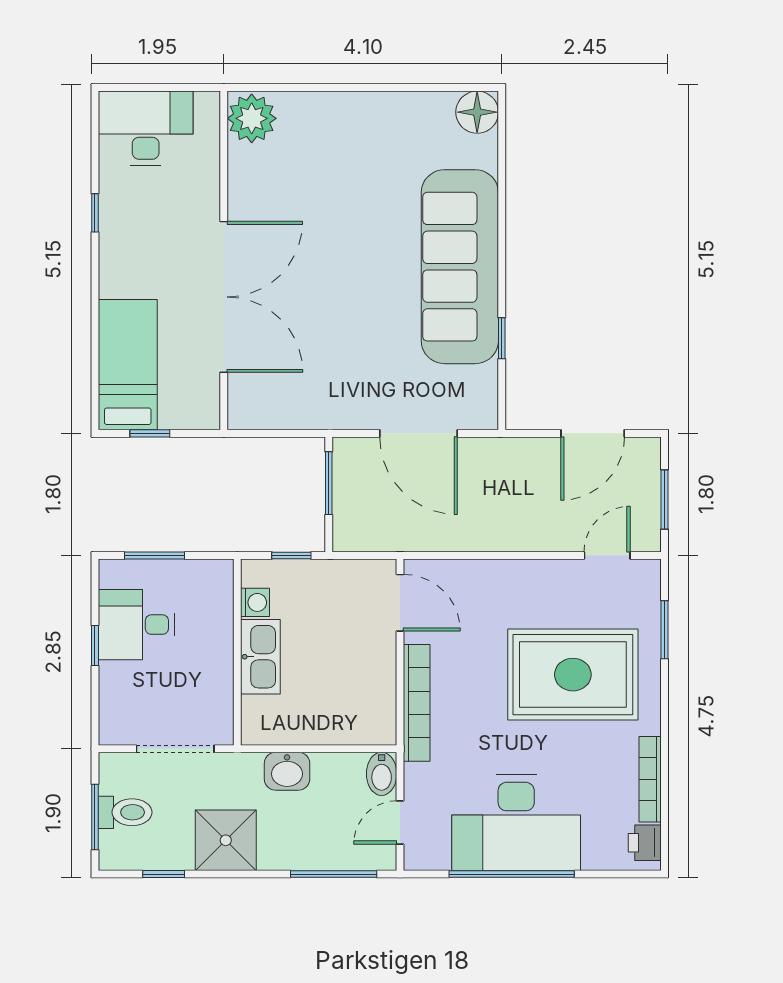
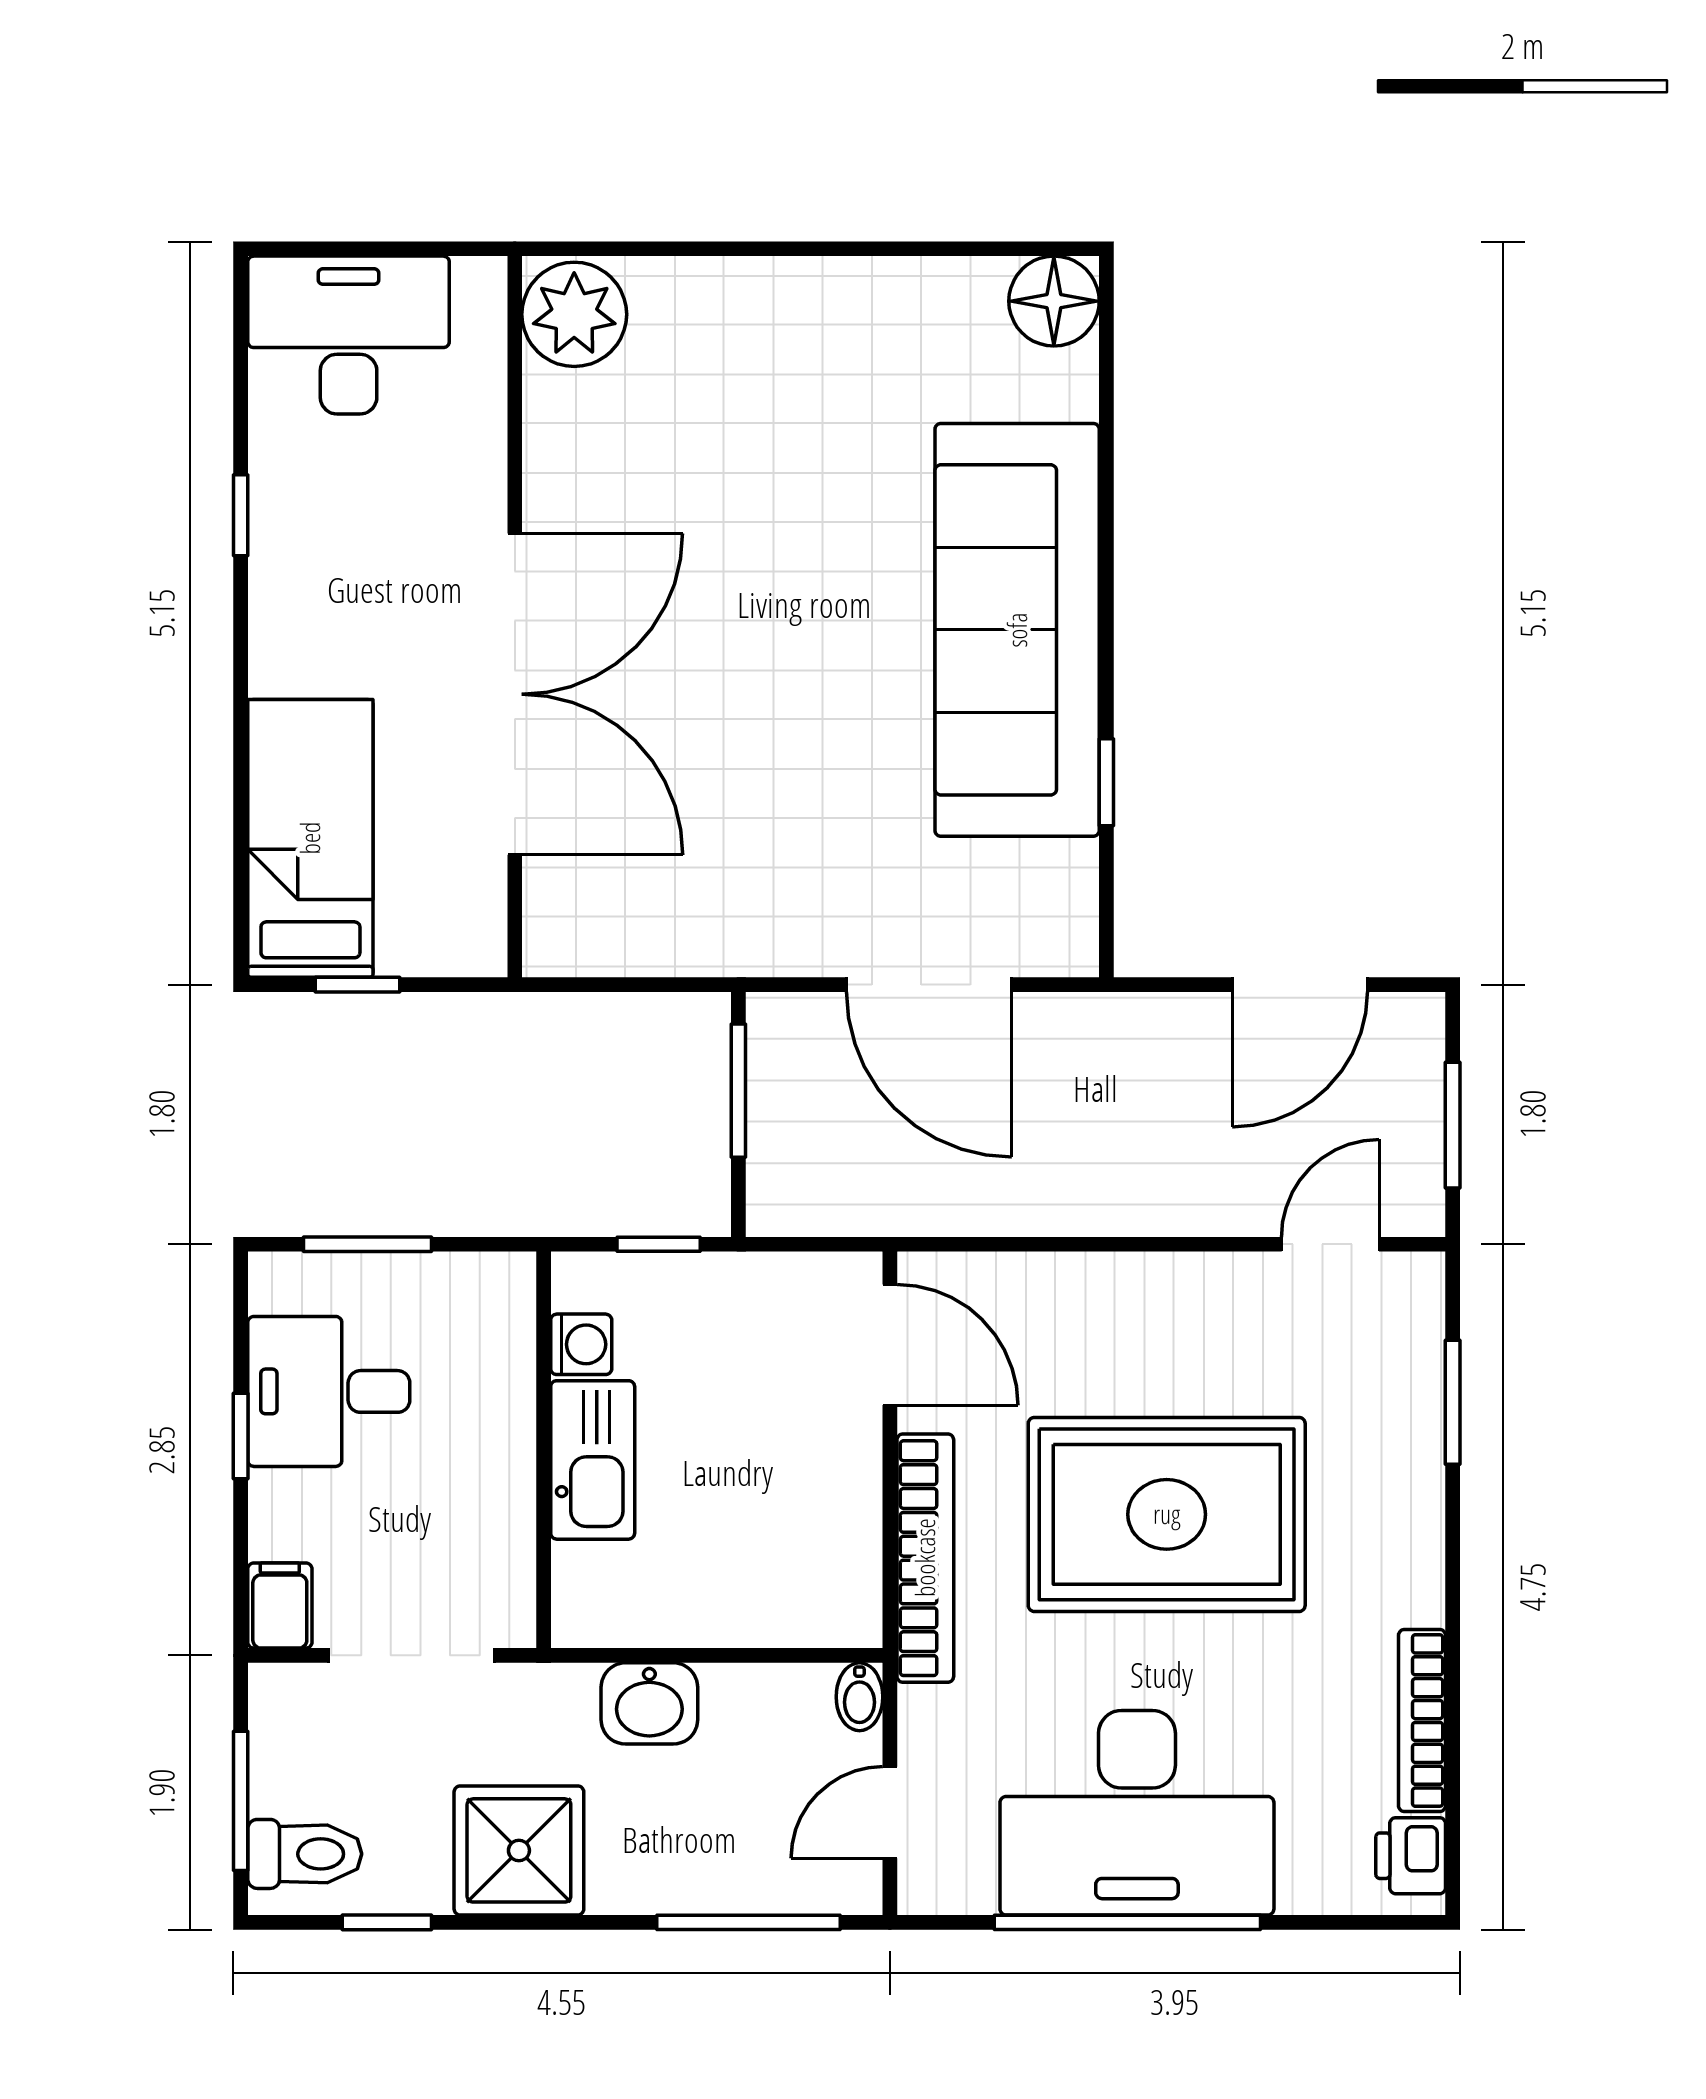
rug: (573, 675) -> (1167, 1514), moved
filing cabinet: (113, 725) -> (280, 1606), added
bidet: (382, 774) -> (859, 1697), width x0.72, depth x0.74
toilet: (125, 812) -> (305, 1854), moved

